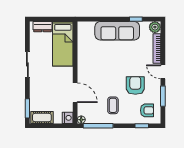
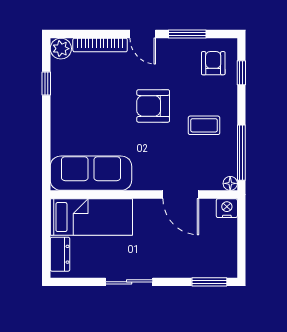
sofa: (117, 31) -> (91, 173), moved, turned -90
door: (163, 72) -> (143, 34), hinge flipped
armchair: (135, 85) -> (153, 106), moved
door: (75, 93) -> (181, 194), swing flipped
cot: (42, 117) -> (226, 255), removed

